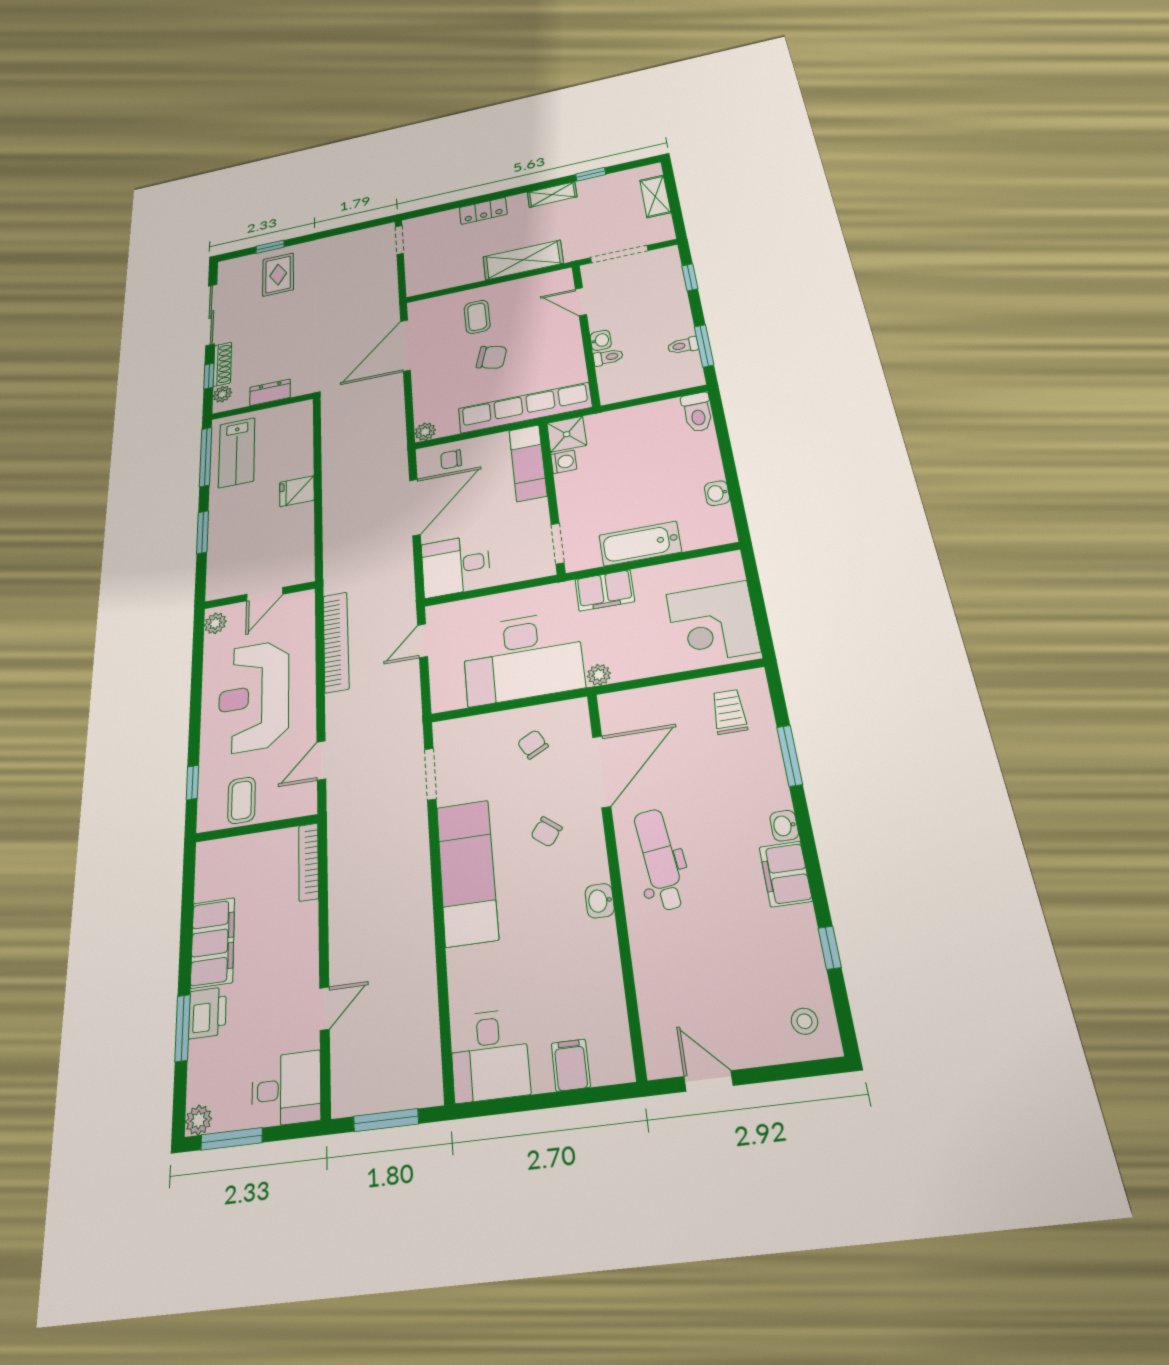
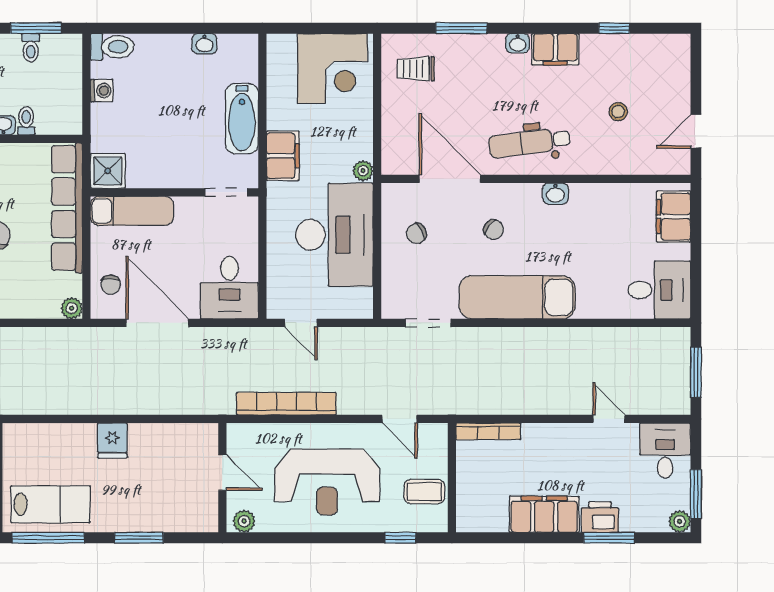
washing machine: (564, 462) -> (102, 91), moved, turned 90
stool: (804, 1021) -> (618, 112), moved
filing cabinet: (571, 1065) -> (673, 217), width x2.00

